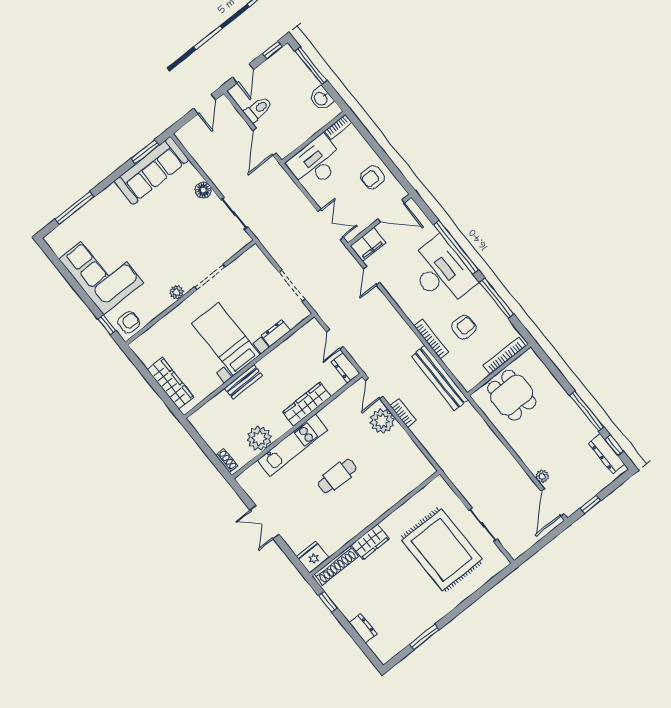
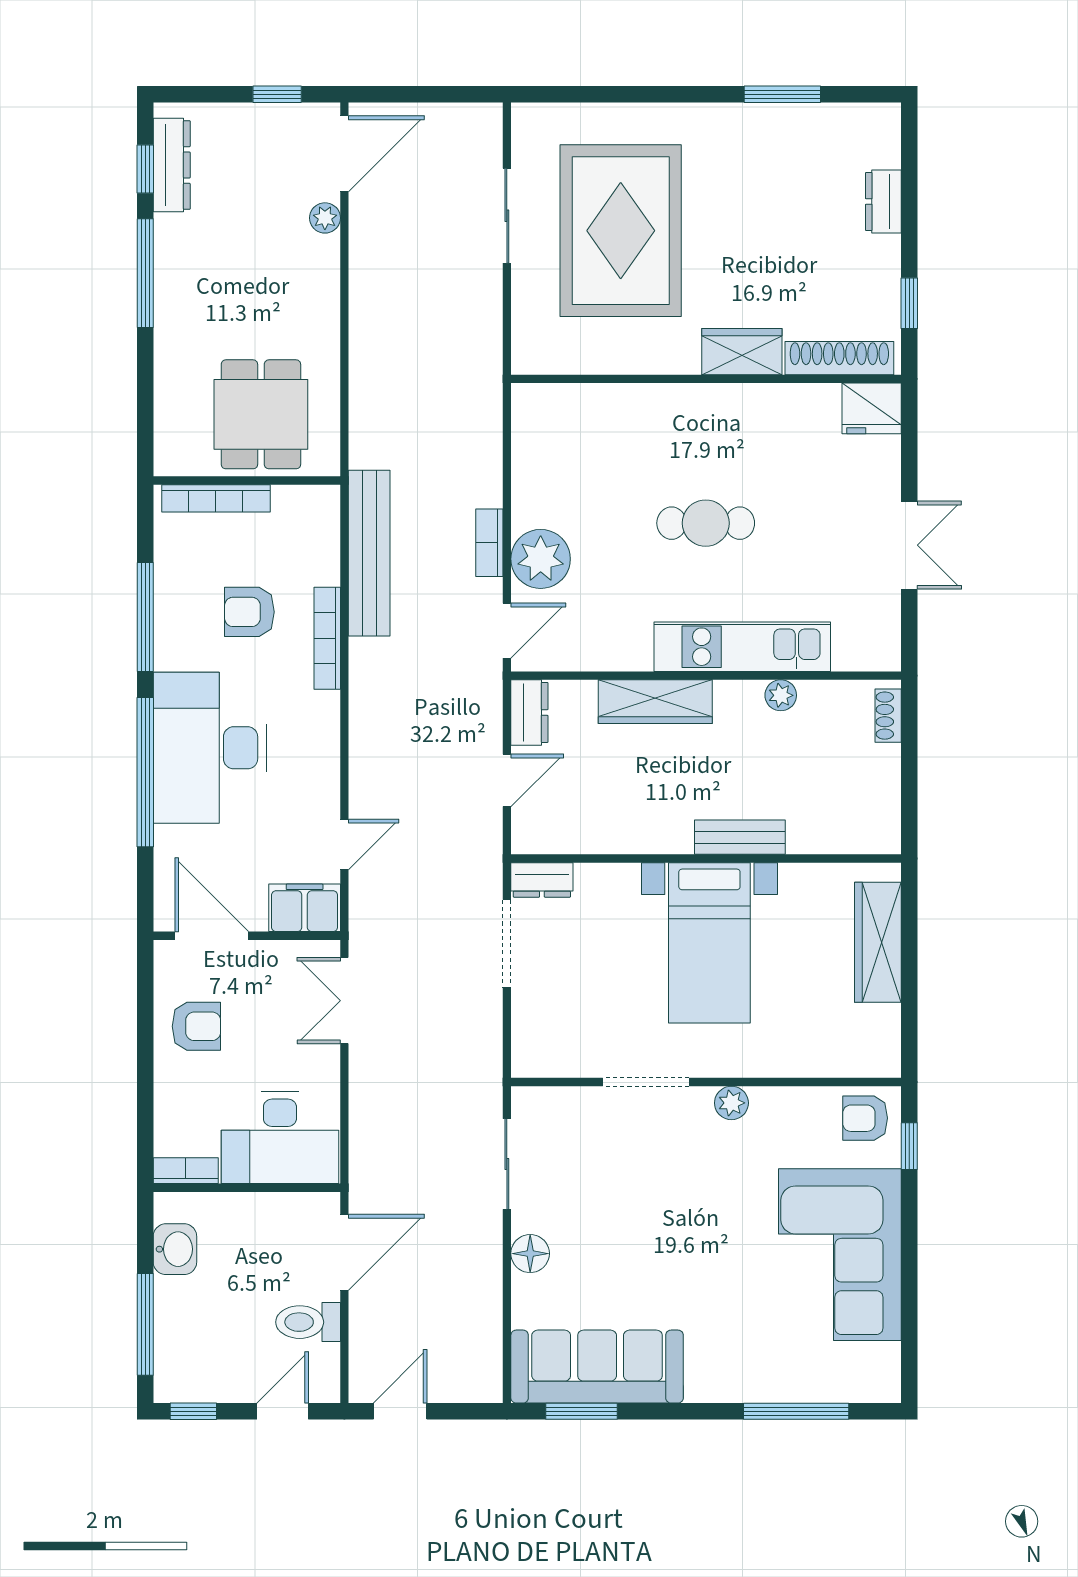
dresser: (276, 333) -> (542, 880), moved
plant: (259, 438) -> (781, 695), width x0.53, depth x0.53

